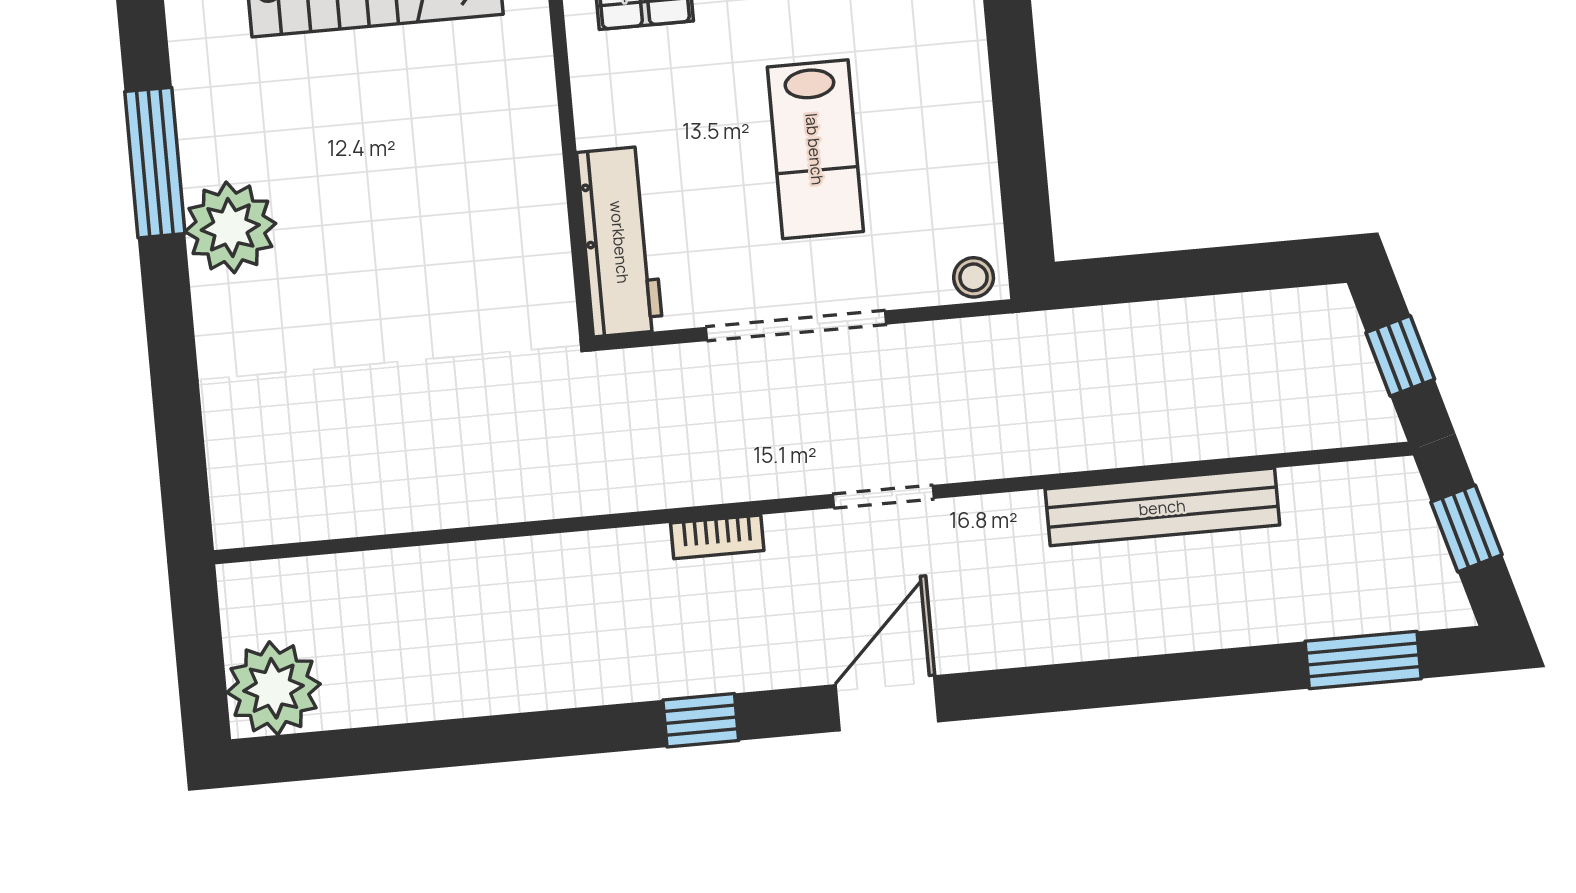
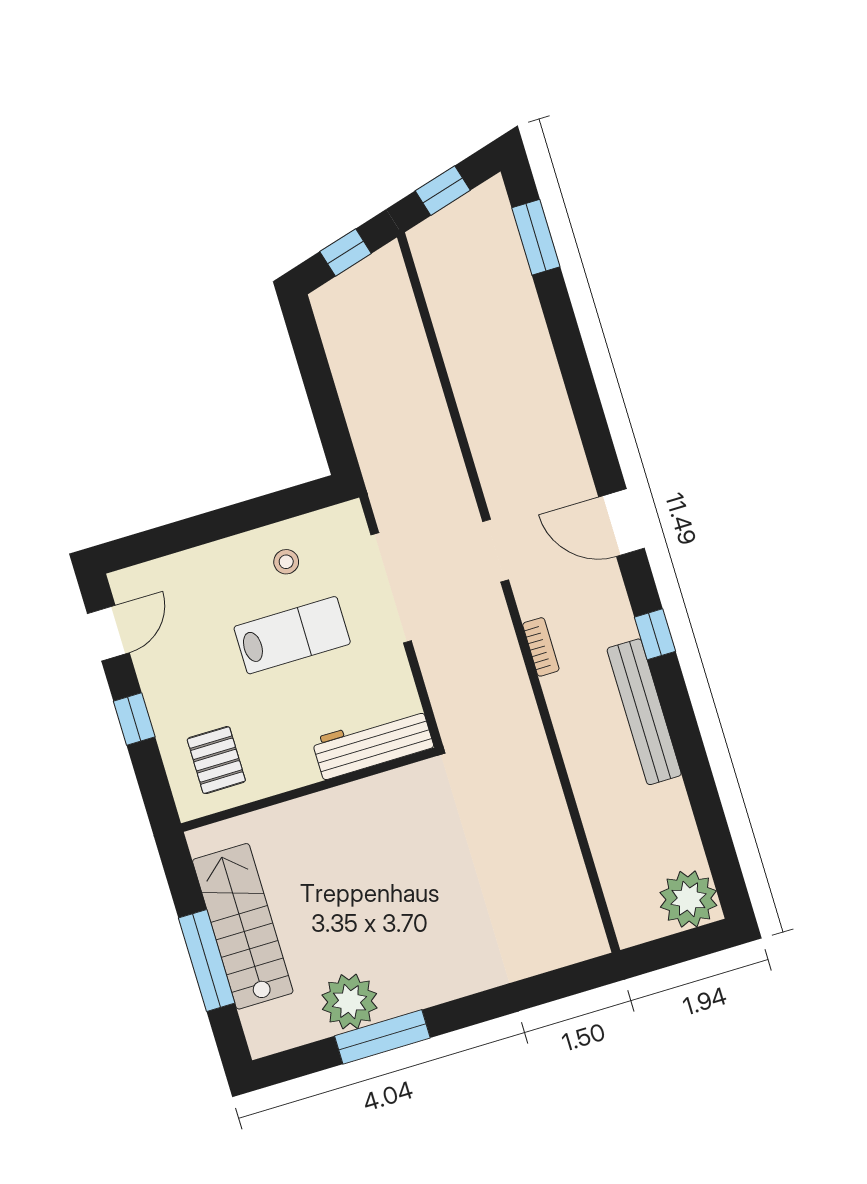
plant: (230, 227) -> (350, 1002), moved
stool: (974, 277) -> (286, 562), moved
doorway: (796, 326) -> (391, 588), moved
bench: (1162, 507) -> (644, 712), moved

